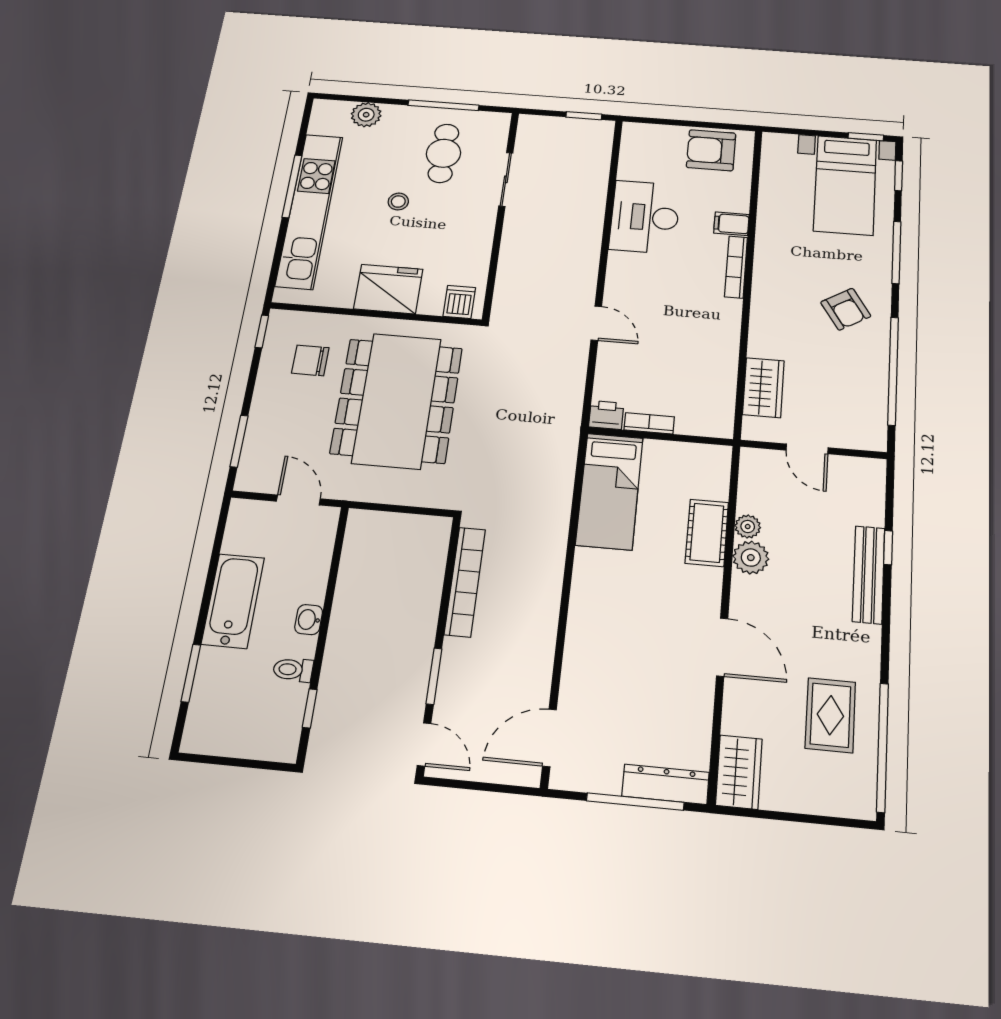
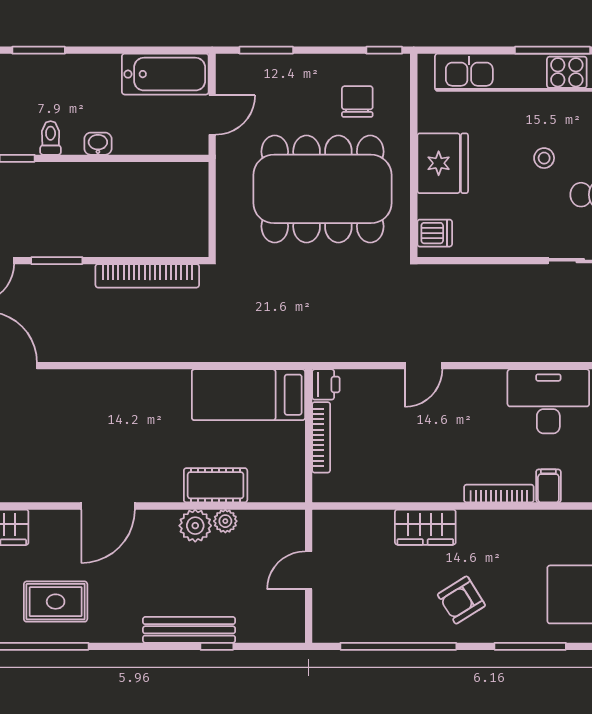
wardrobe: (763, 388) -> (425, 527), moved
bookcase: (649, 423) -> (321, 437), width x1.56
bathtub: (233, 601) -> (165, 74), moved

